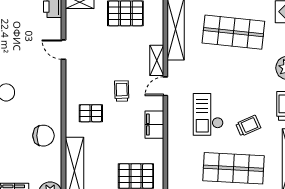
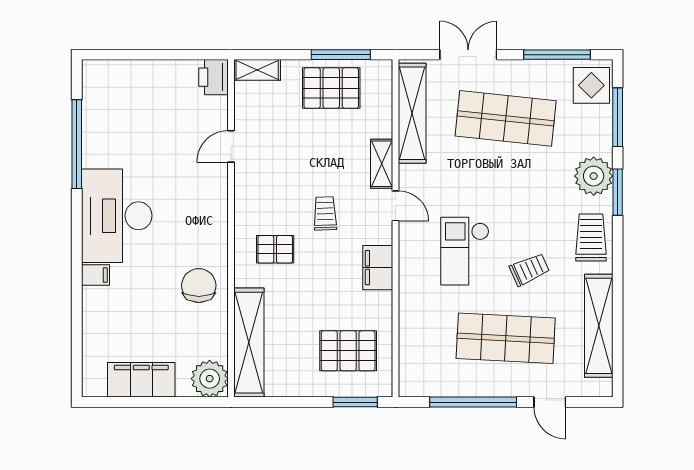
door: (63, 50) -> (231, 146), hinge flipped
door: (165, 86) -> (396, 206), swing flipped
chair: (43, 136) -> (199, 286), turned -90

